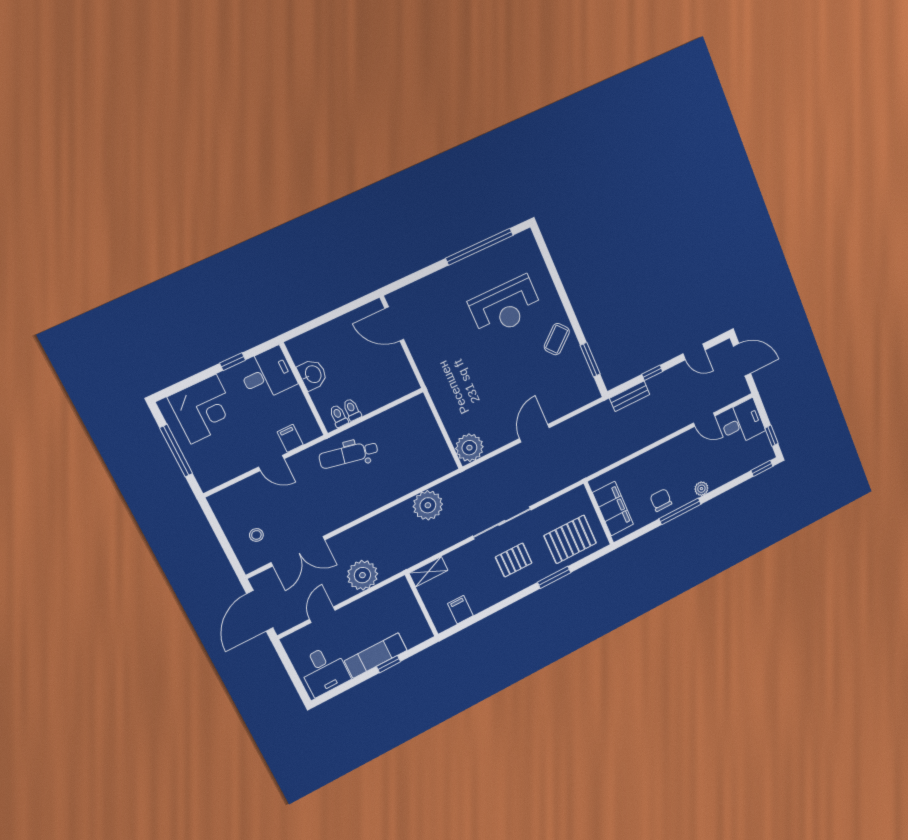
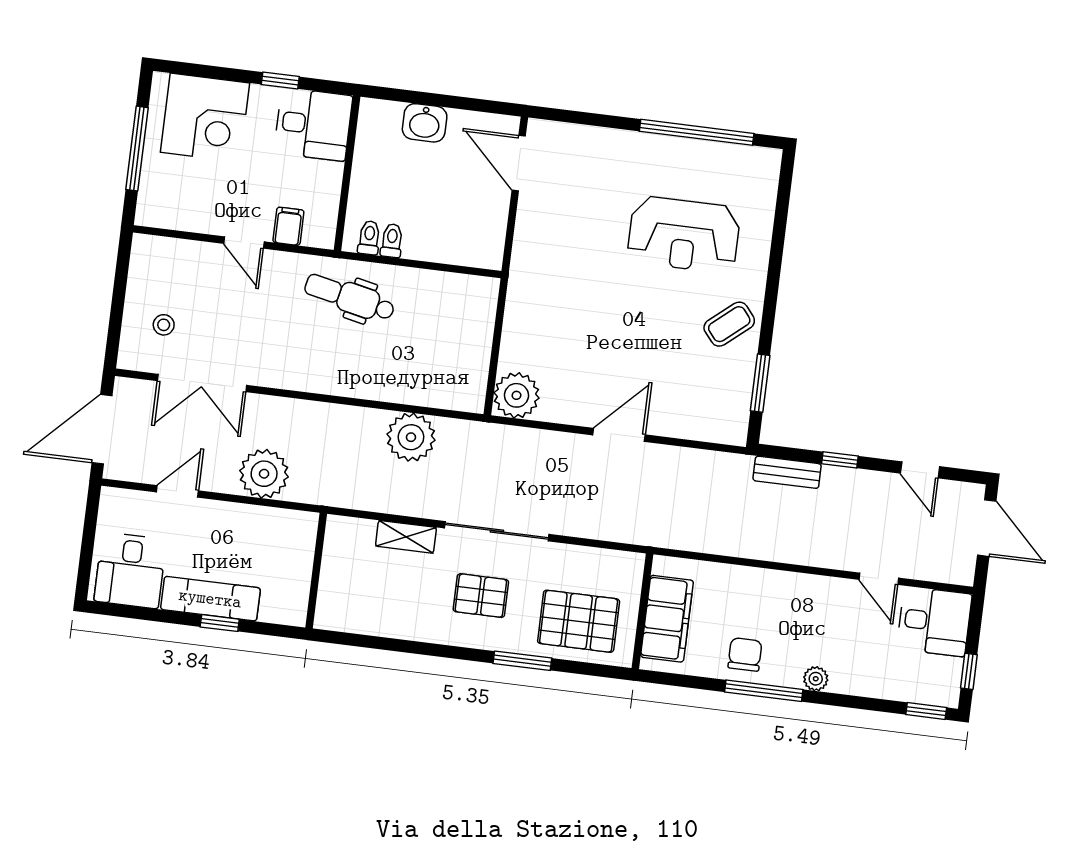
washbasin: (313, 374) -> (425, 123), moved, turned 90
shelving: (428, 572) -> (406, 537), moved
filing cabinet: (460, 610) -> (364, 615), removed

